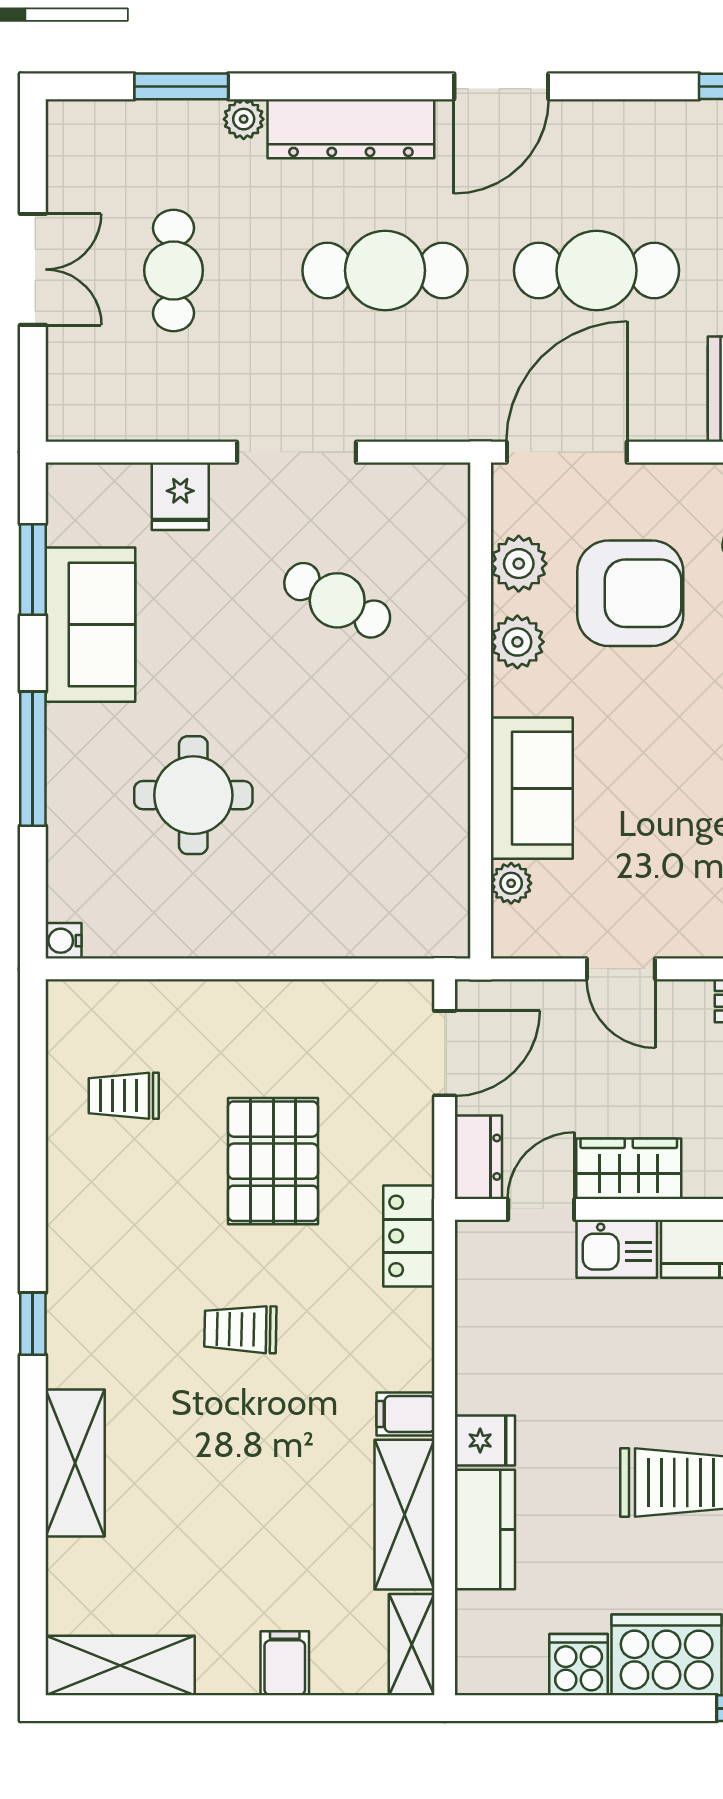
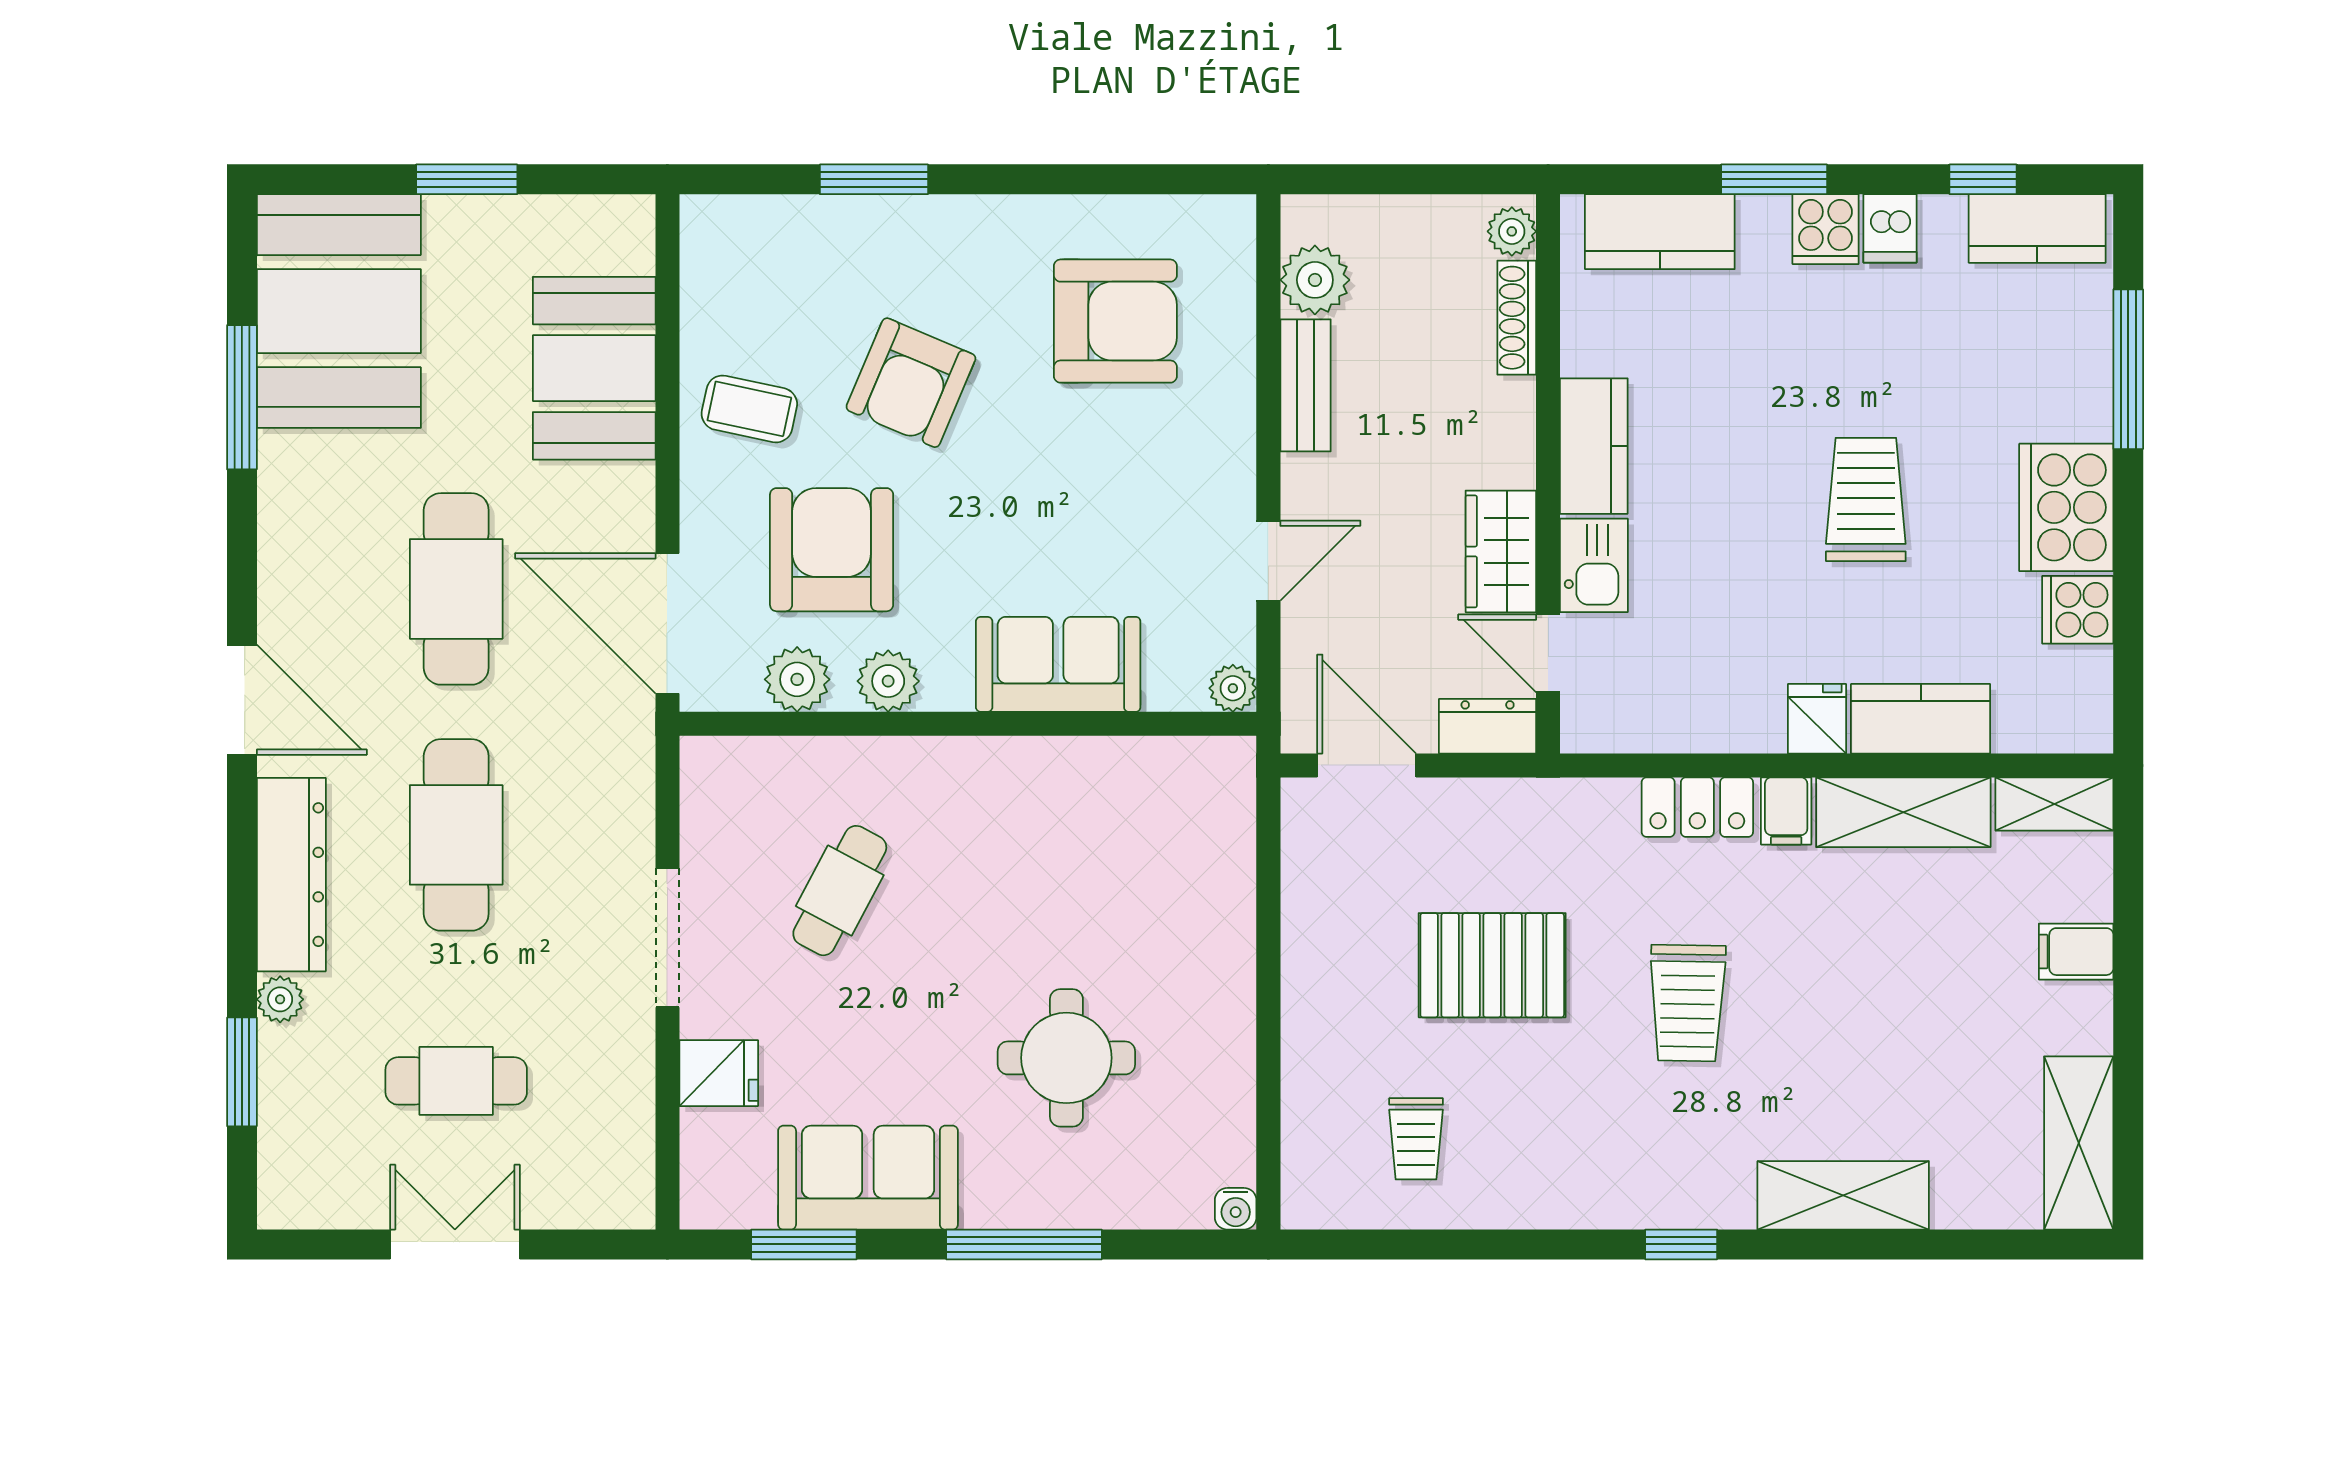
plant: (511, 883) -> (1233, 688), moved
locker: (409, 1236) -> (1697, 807), moved
trolley: (240, 1329) -> (1688, 1003), width x1.36, depth x1.39

